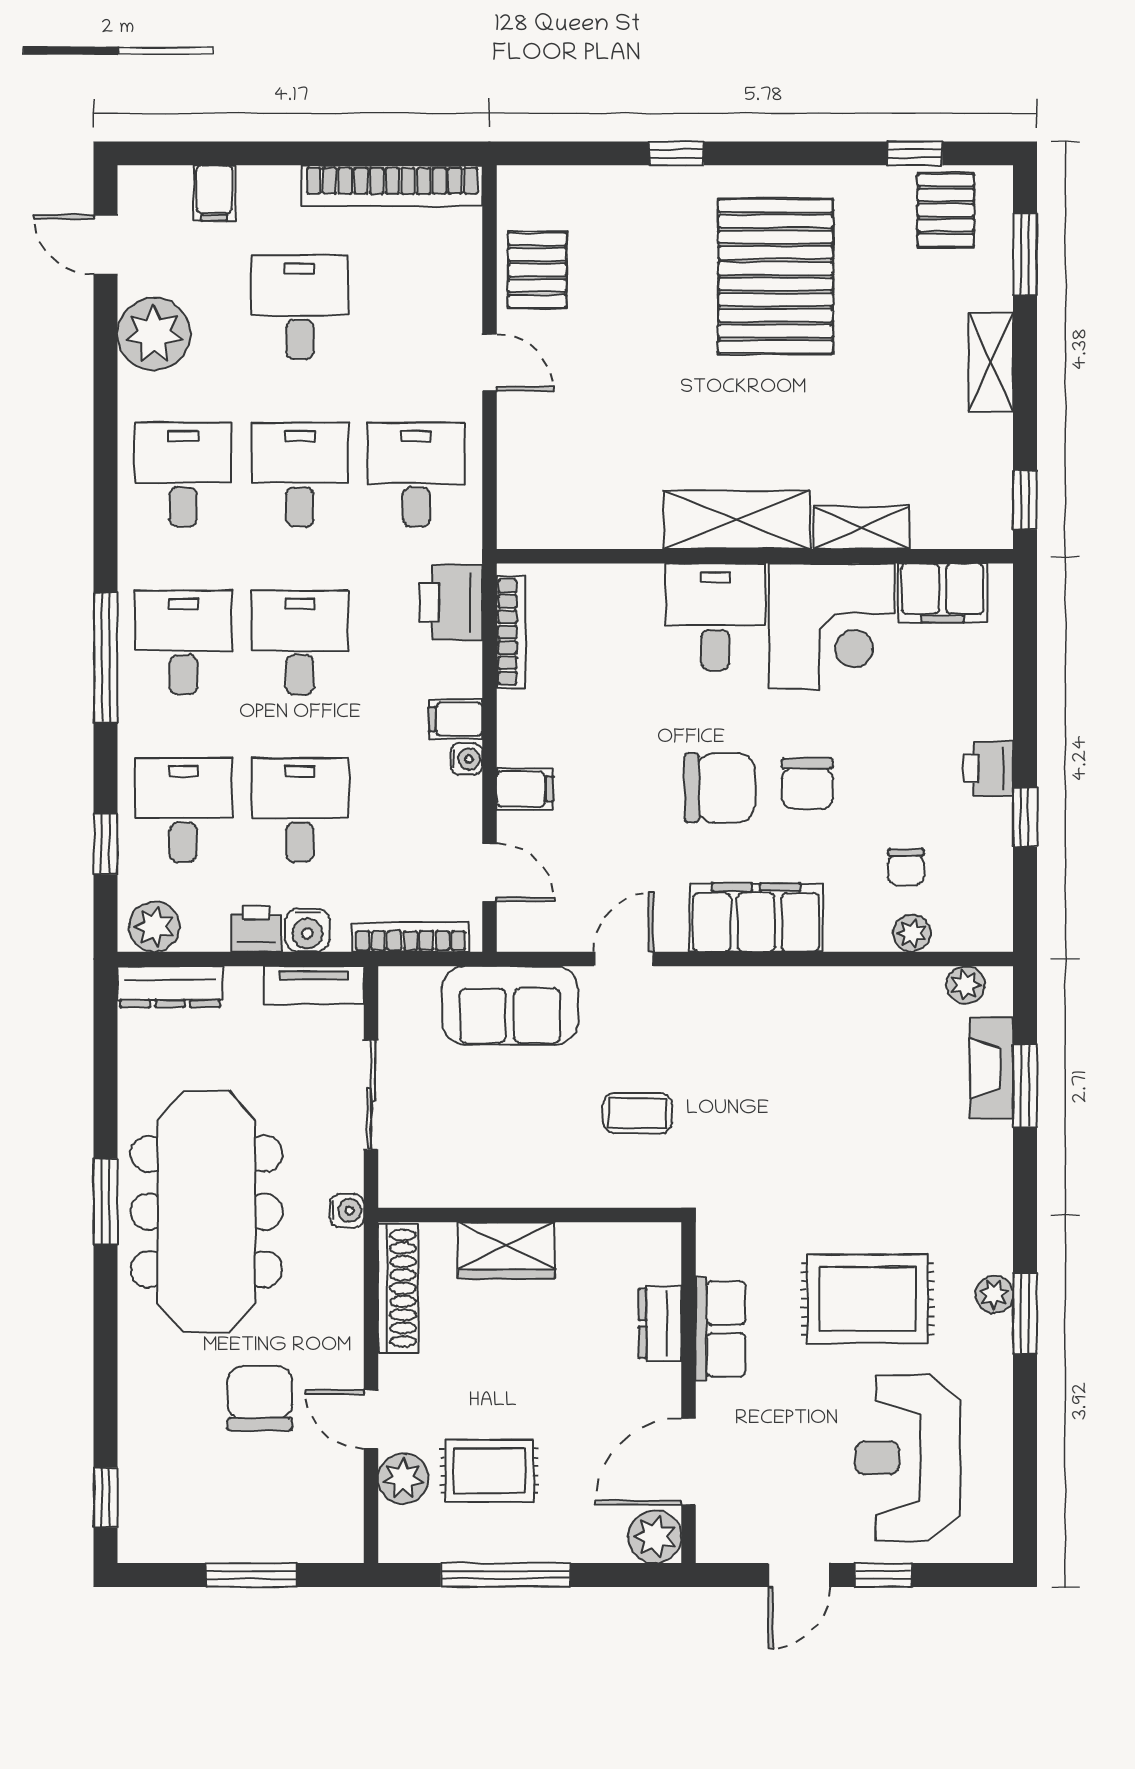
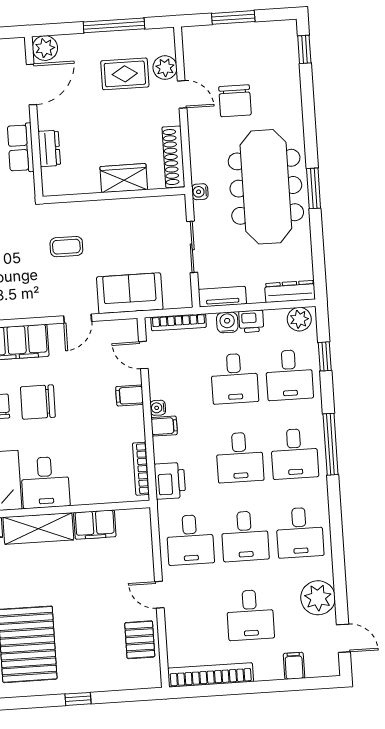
filing cabinet: (616, 520) -> (95, 525), added

